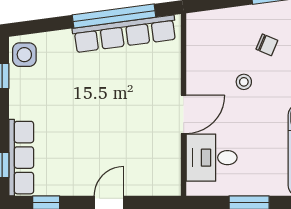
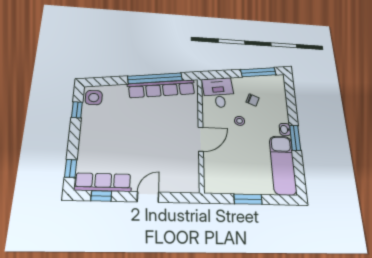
row of seats: (21, 158) -> (103, 182), moved, turned -90
desk: (212, 158) -> (219, 93), moved, turned 82

